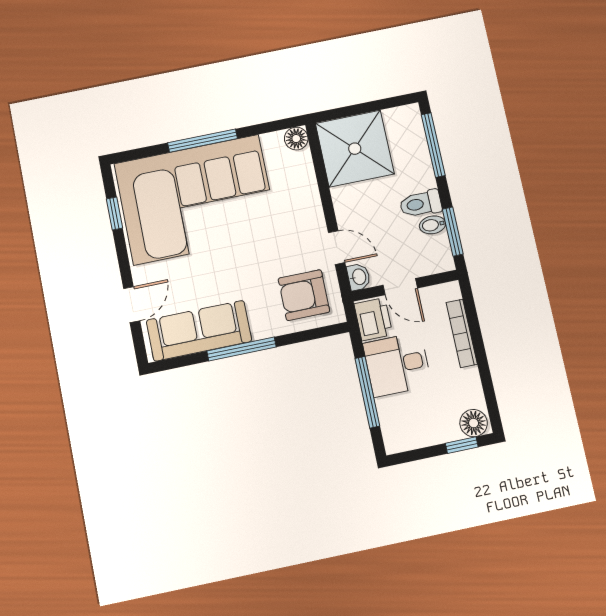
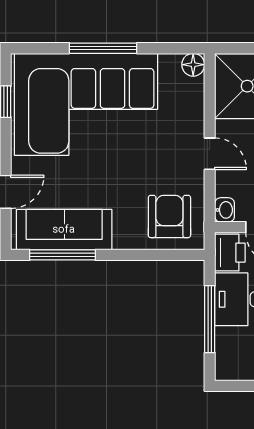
door: (337, 248) -> (210, 154), moved
armchair: (304, 295) -> (169, 216), turned 90
window: (241, 349) -> (63, 255), moved

